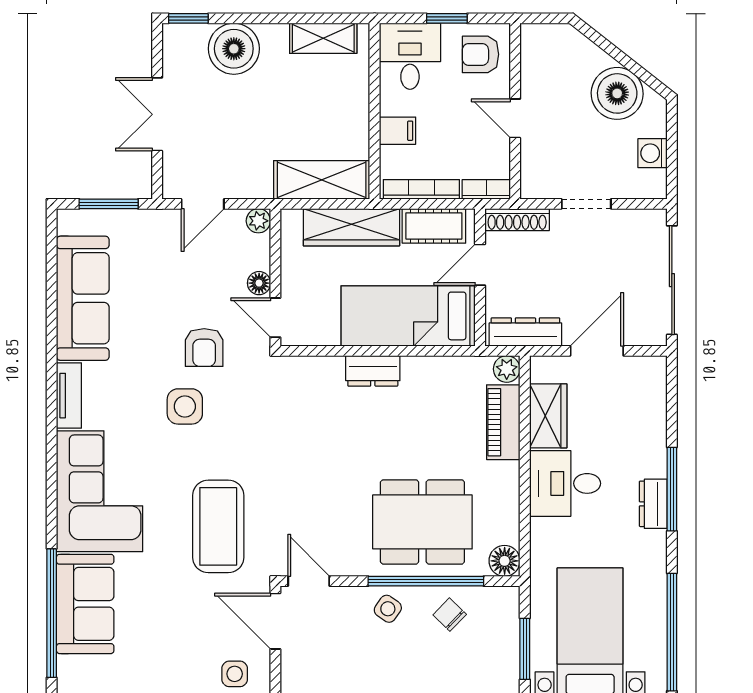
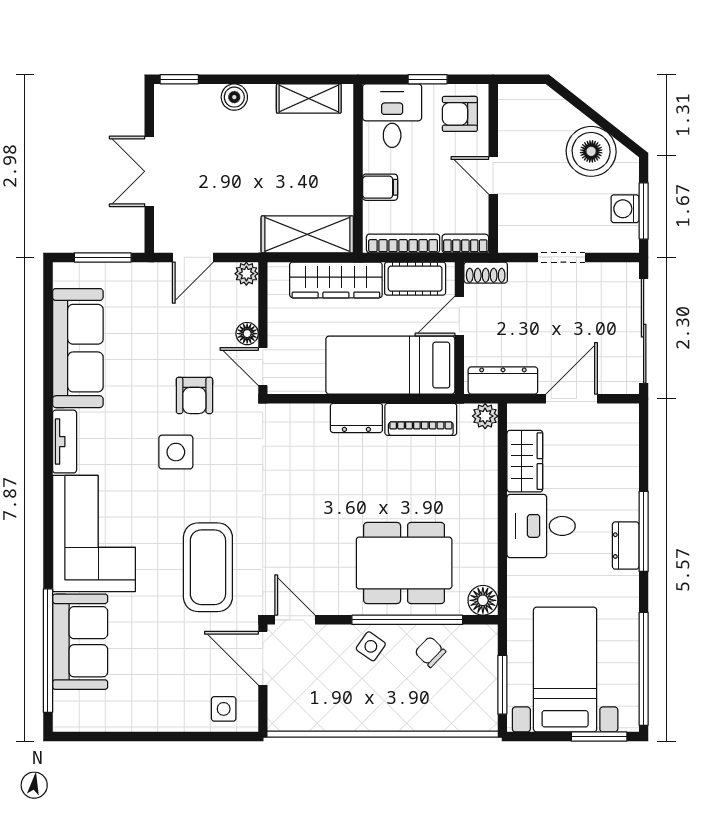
boiler: (234, 49) -> (234, 97), width x0.54, depth x0.54
window: (672, 155) -> (644, 211), added
shoe rack: (517, 220) -> (486, 273), width x0.70
piano: (503, 422) -> (421, 419), moved, turned -90

